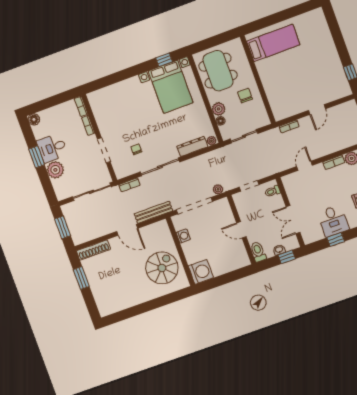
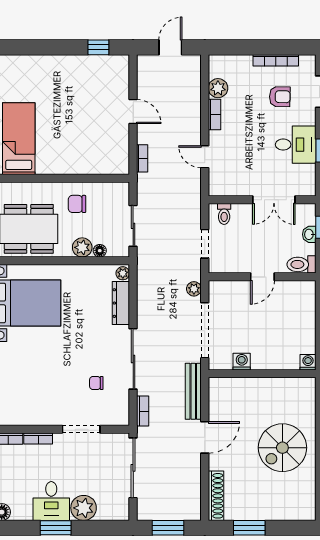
spiral stairs: (162, 268) -> (282, 448), moved, turned -90
washing machine: (201, 272) -> (308, 362), width x0.53, depth x0.53

